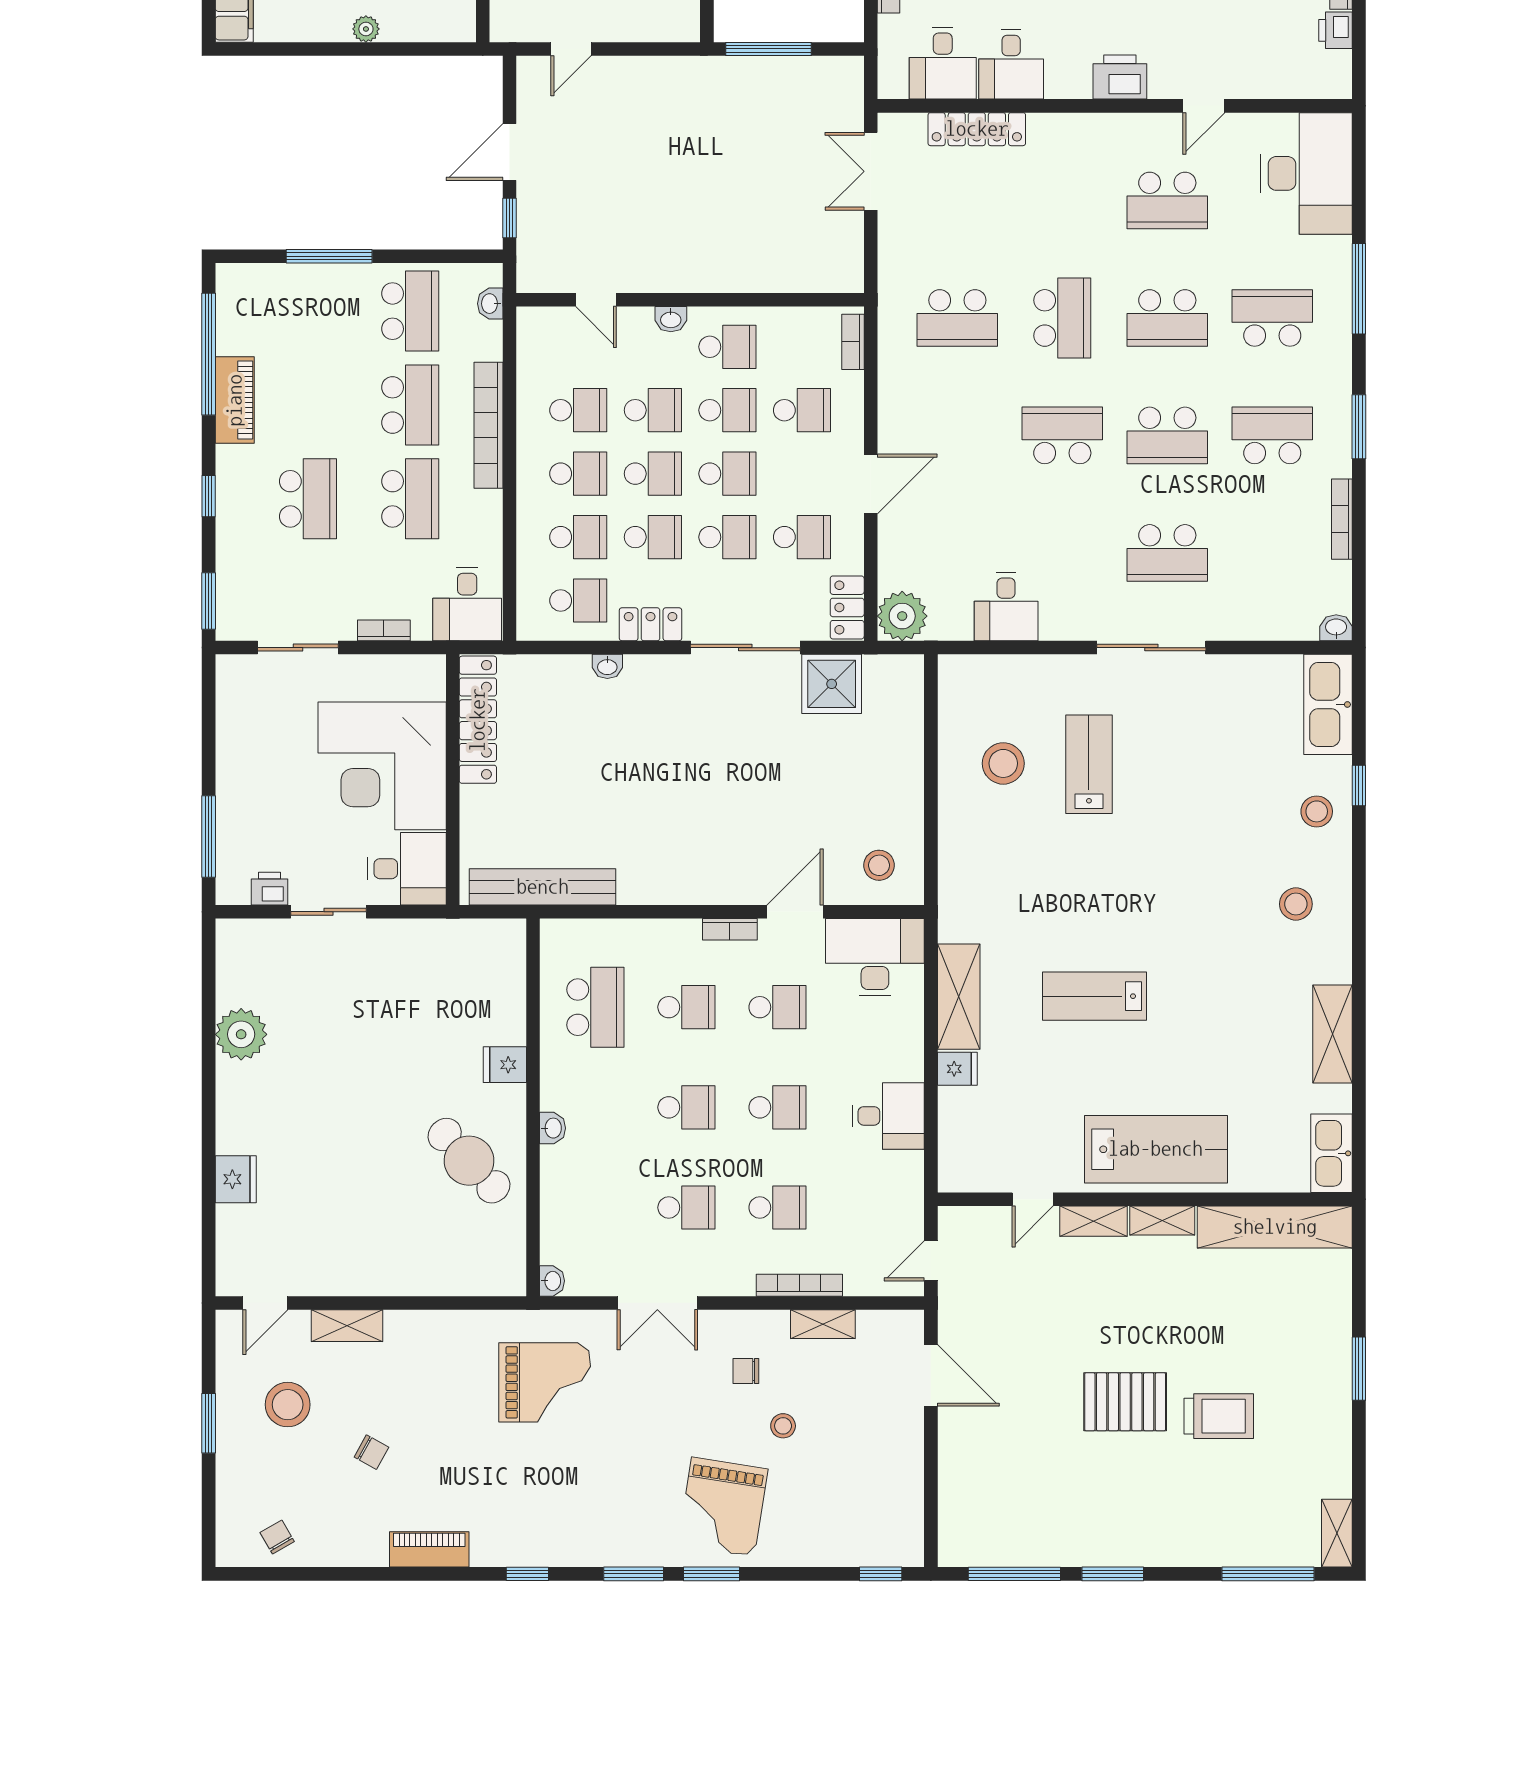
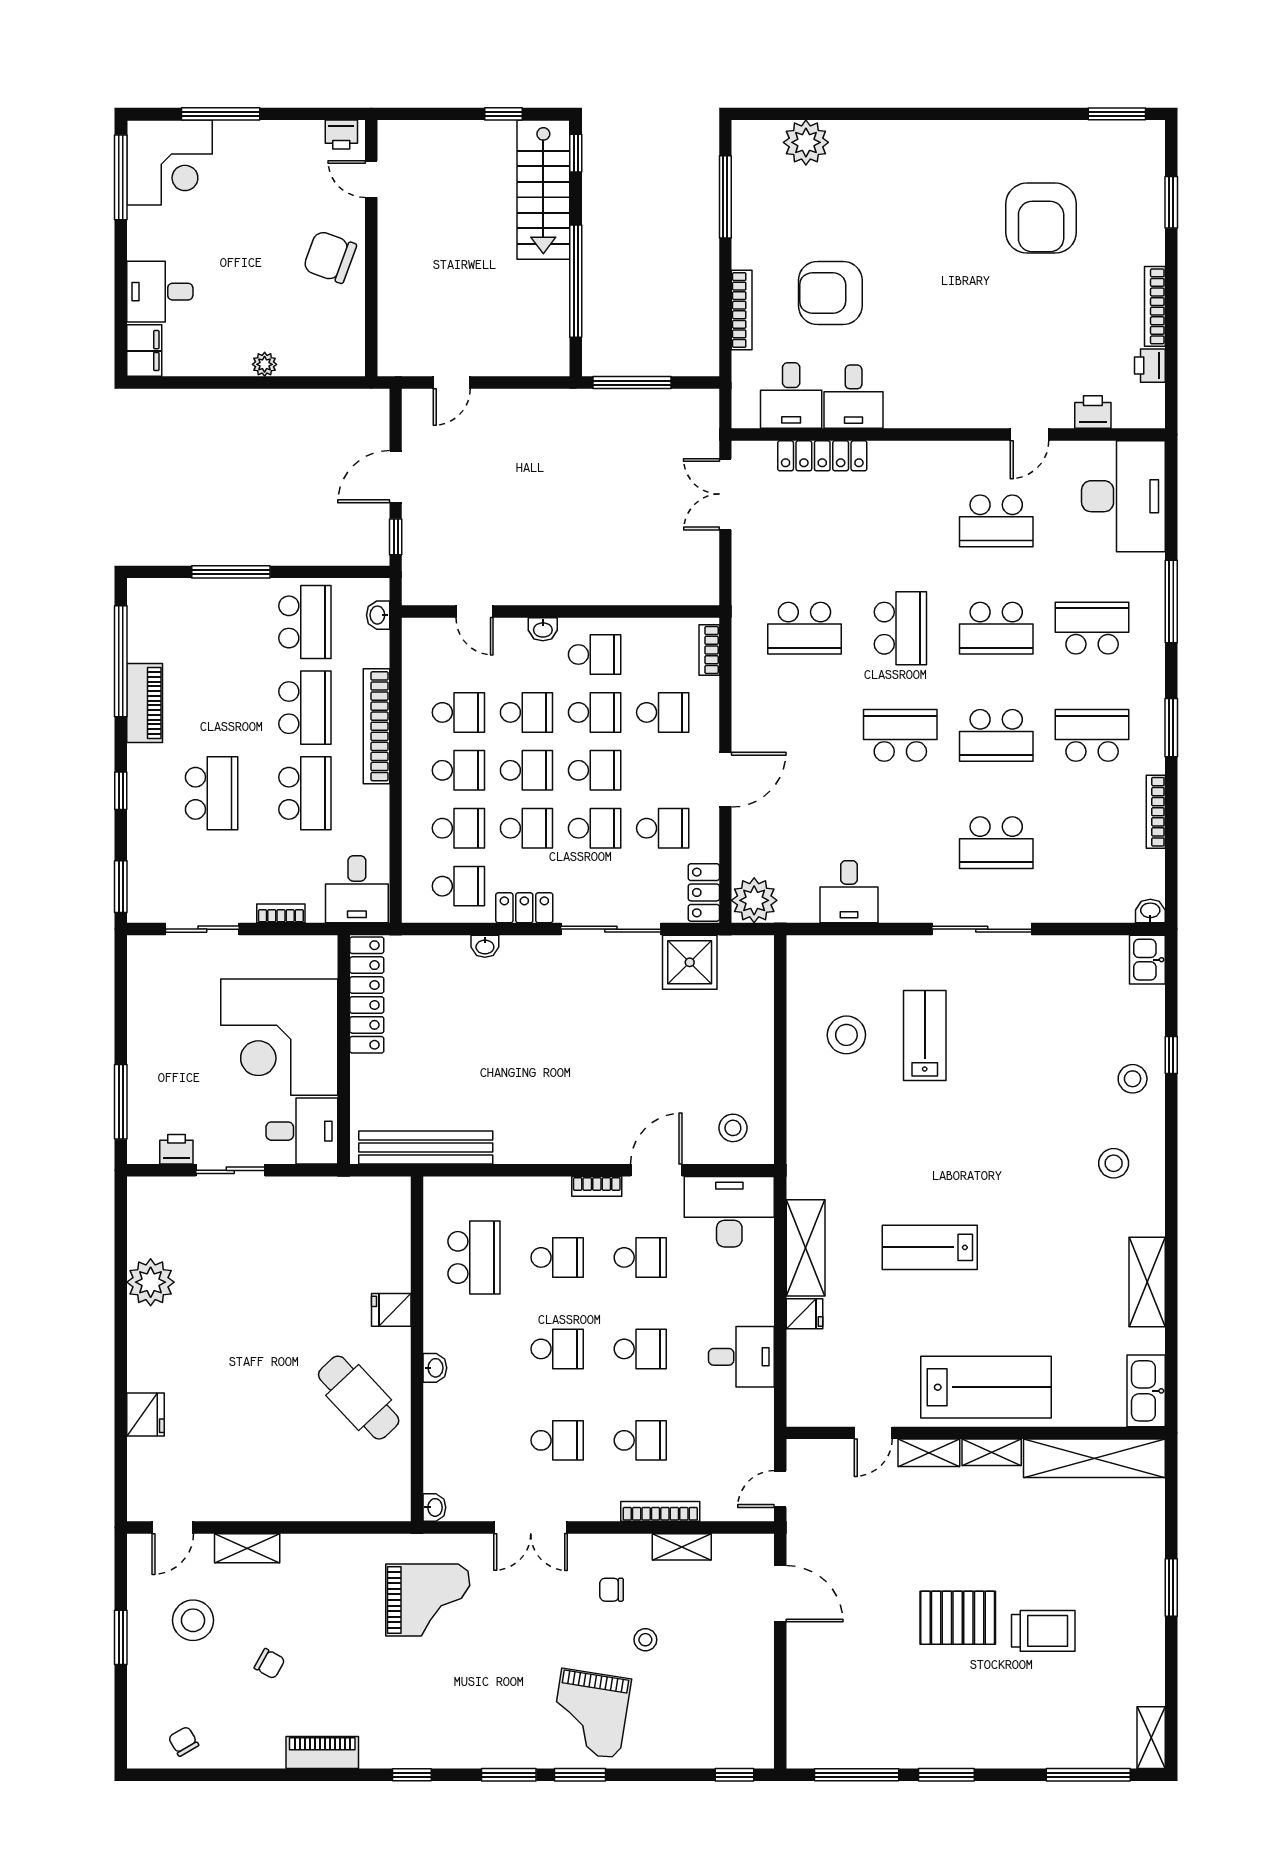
printer: (1120, 77) -> (1093, 412), moved, width x0.73, depth x0.81
kitchen sink: (1328, 704) -> (1147, 960), width x0.53, depth x0.81

